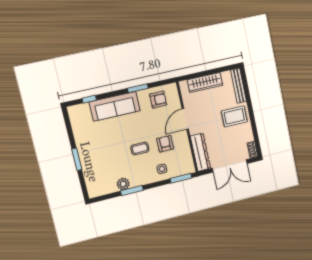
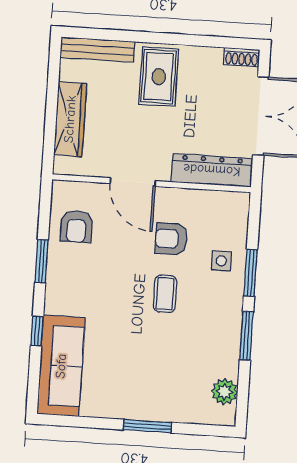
window: (89, 99) -> (37, 331), moved
armchair: (158, 100) -> (76, 226), turned 180
sofa: (115, 106) -> (61, 366), moved
window: (181, 178) -> (251, 273), moved
plant: (123, 184) -> (224, 392), moved

